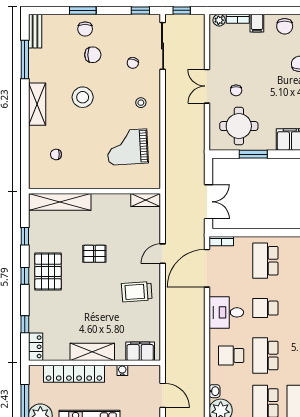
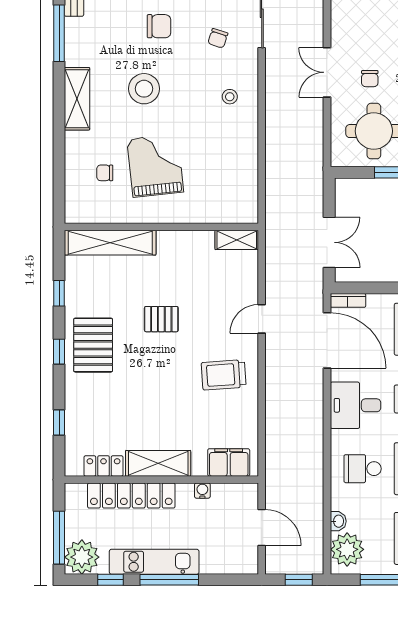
grand piano: (127, 147) -> (155, 166), moved, turned 87
door: (207, 268) -> (327, 340), swing flipped
locker: (36, 347) -> (104, 466), moved, turned -90

